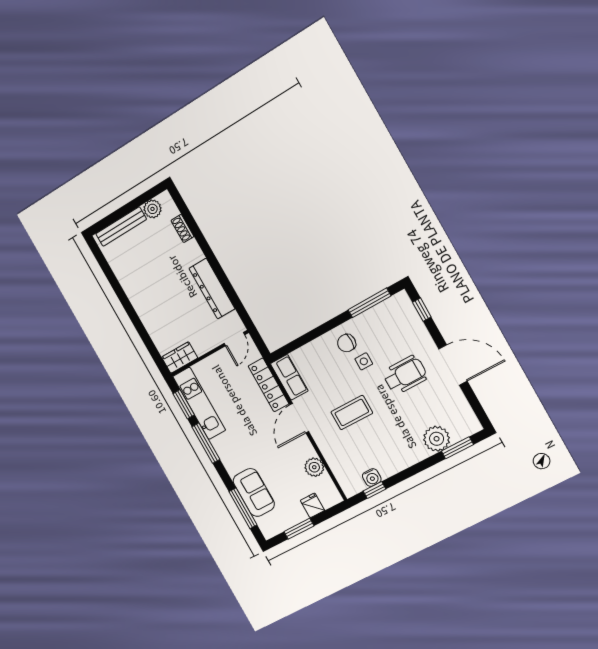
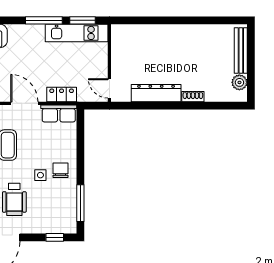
shoe rack: (182, 228) -> (193, 97), moved
wardrobe: (180, 358) -> (119, 38), removed
locker: (269, 385) -> (62, 95), width x0.66

